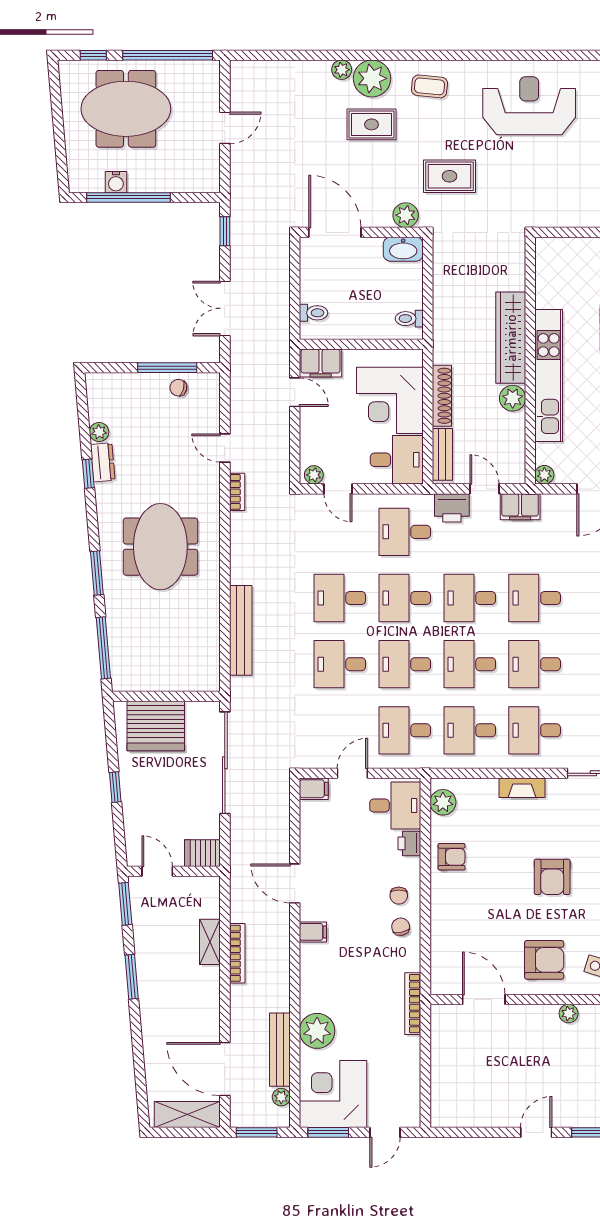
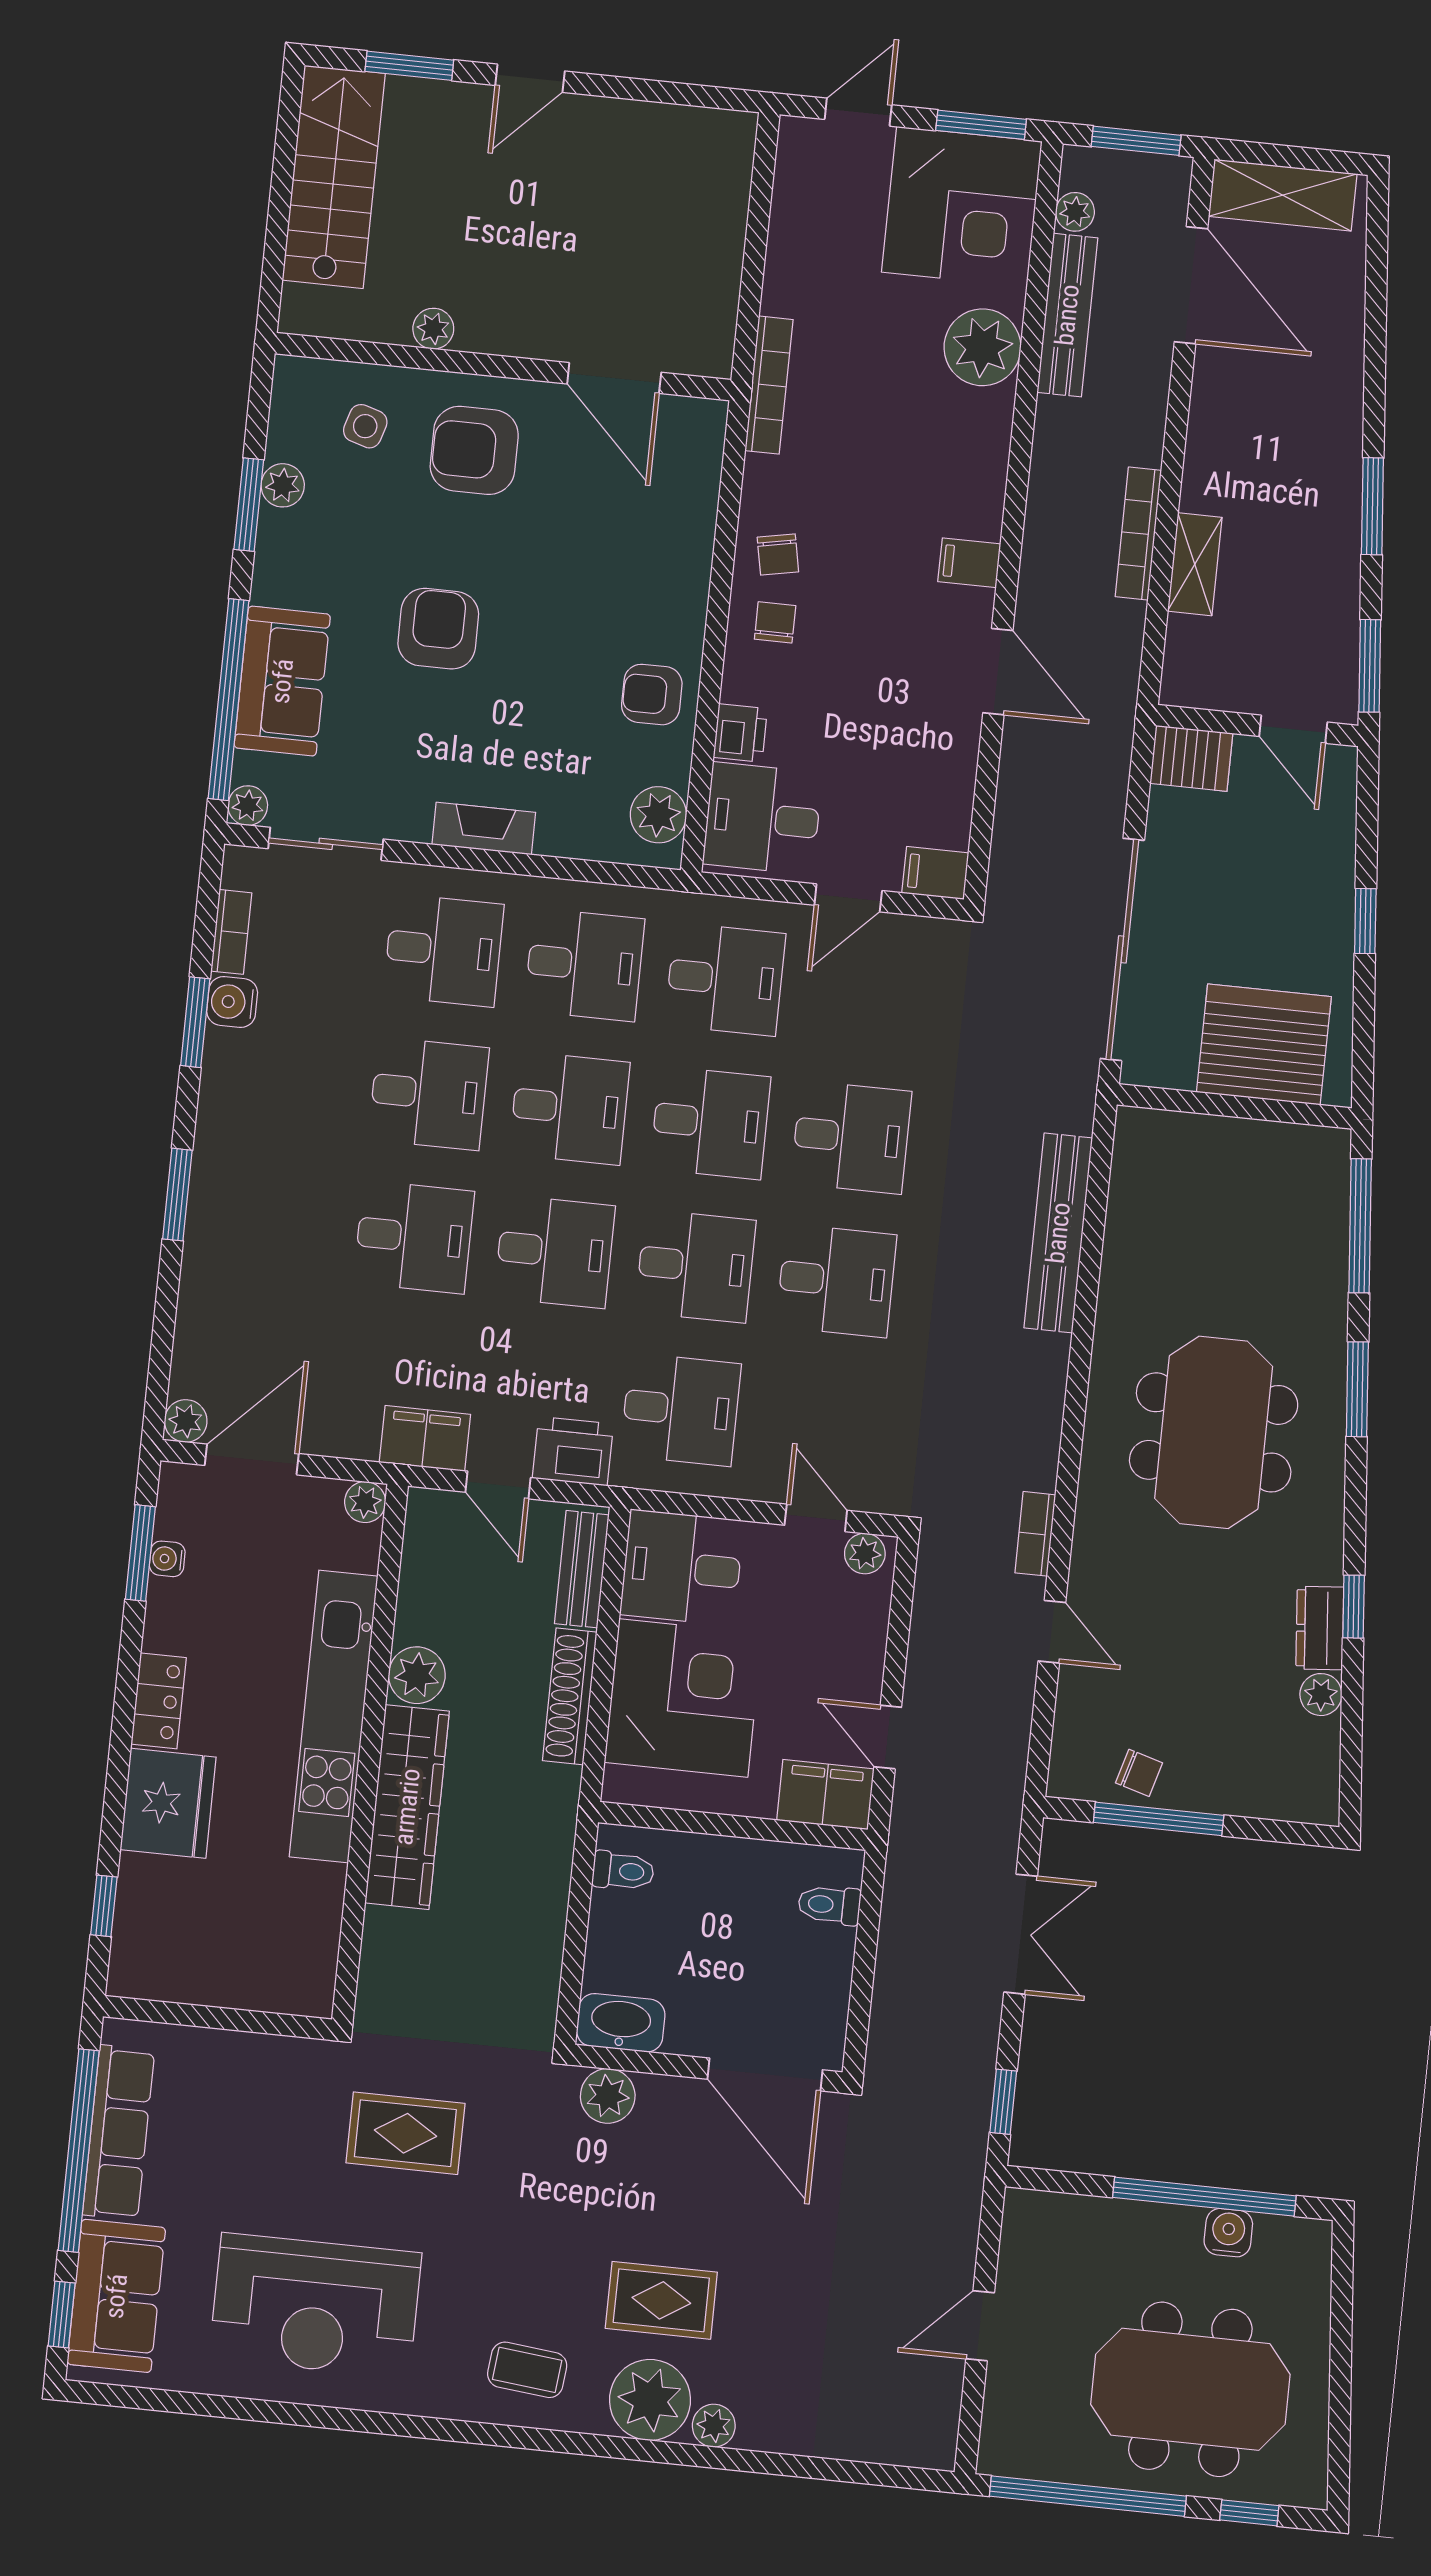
rug: (449, 176) -> (405, 2133), moved

